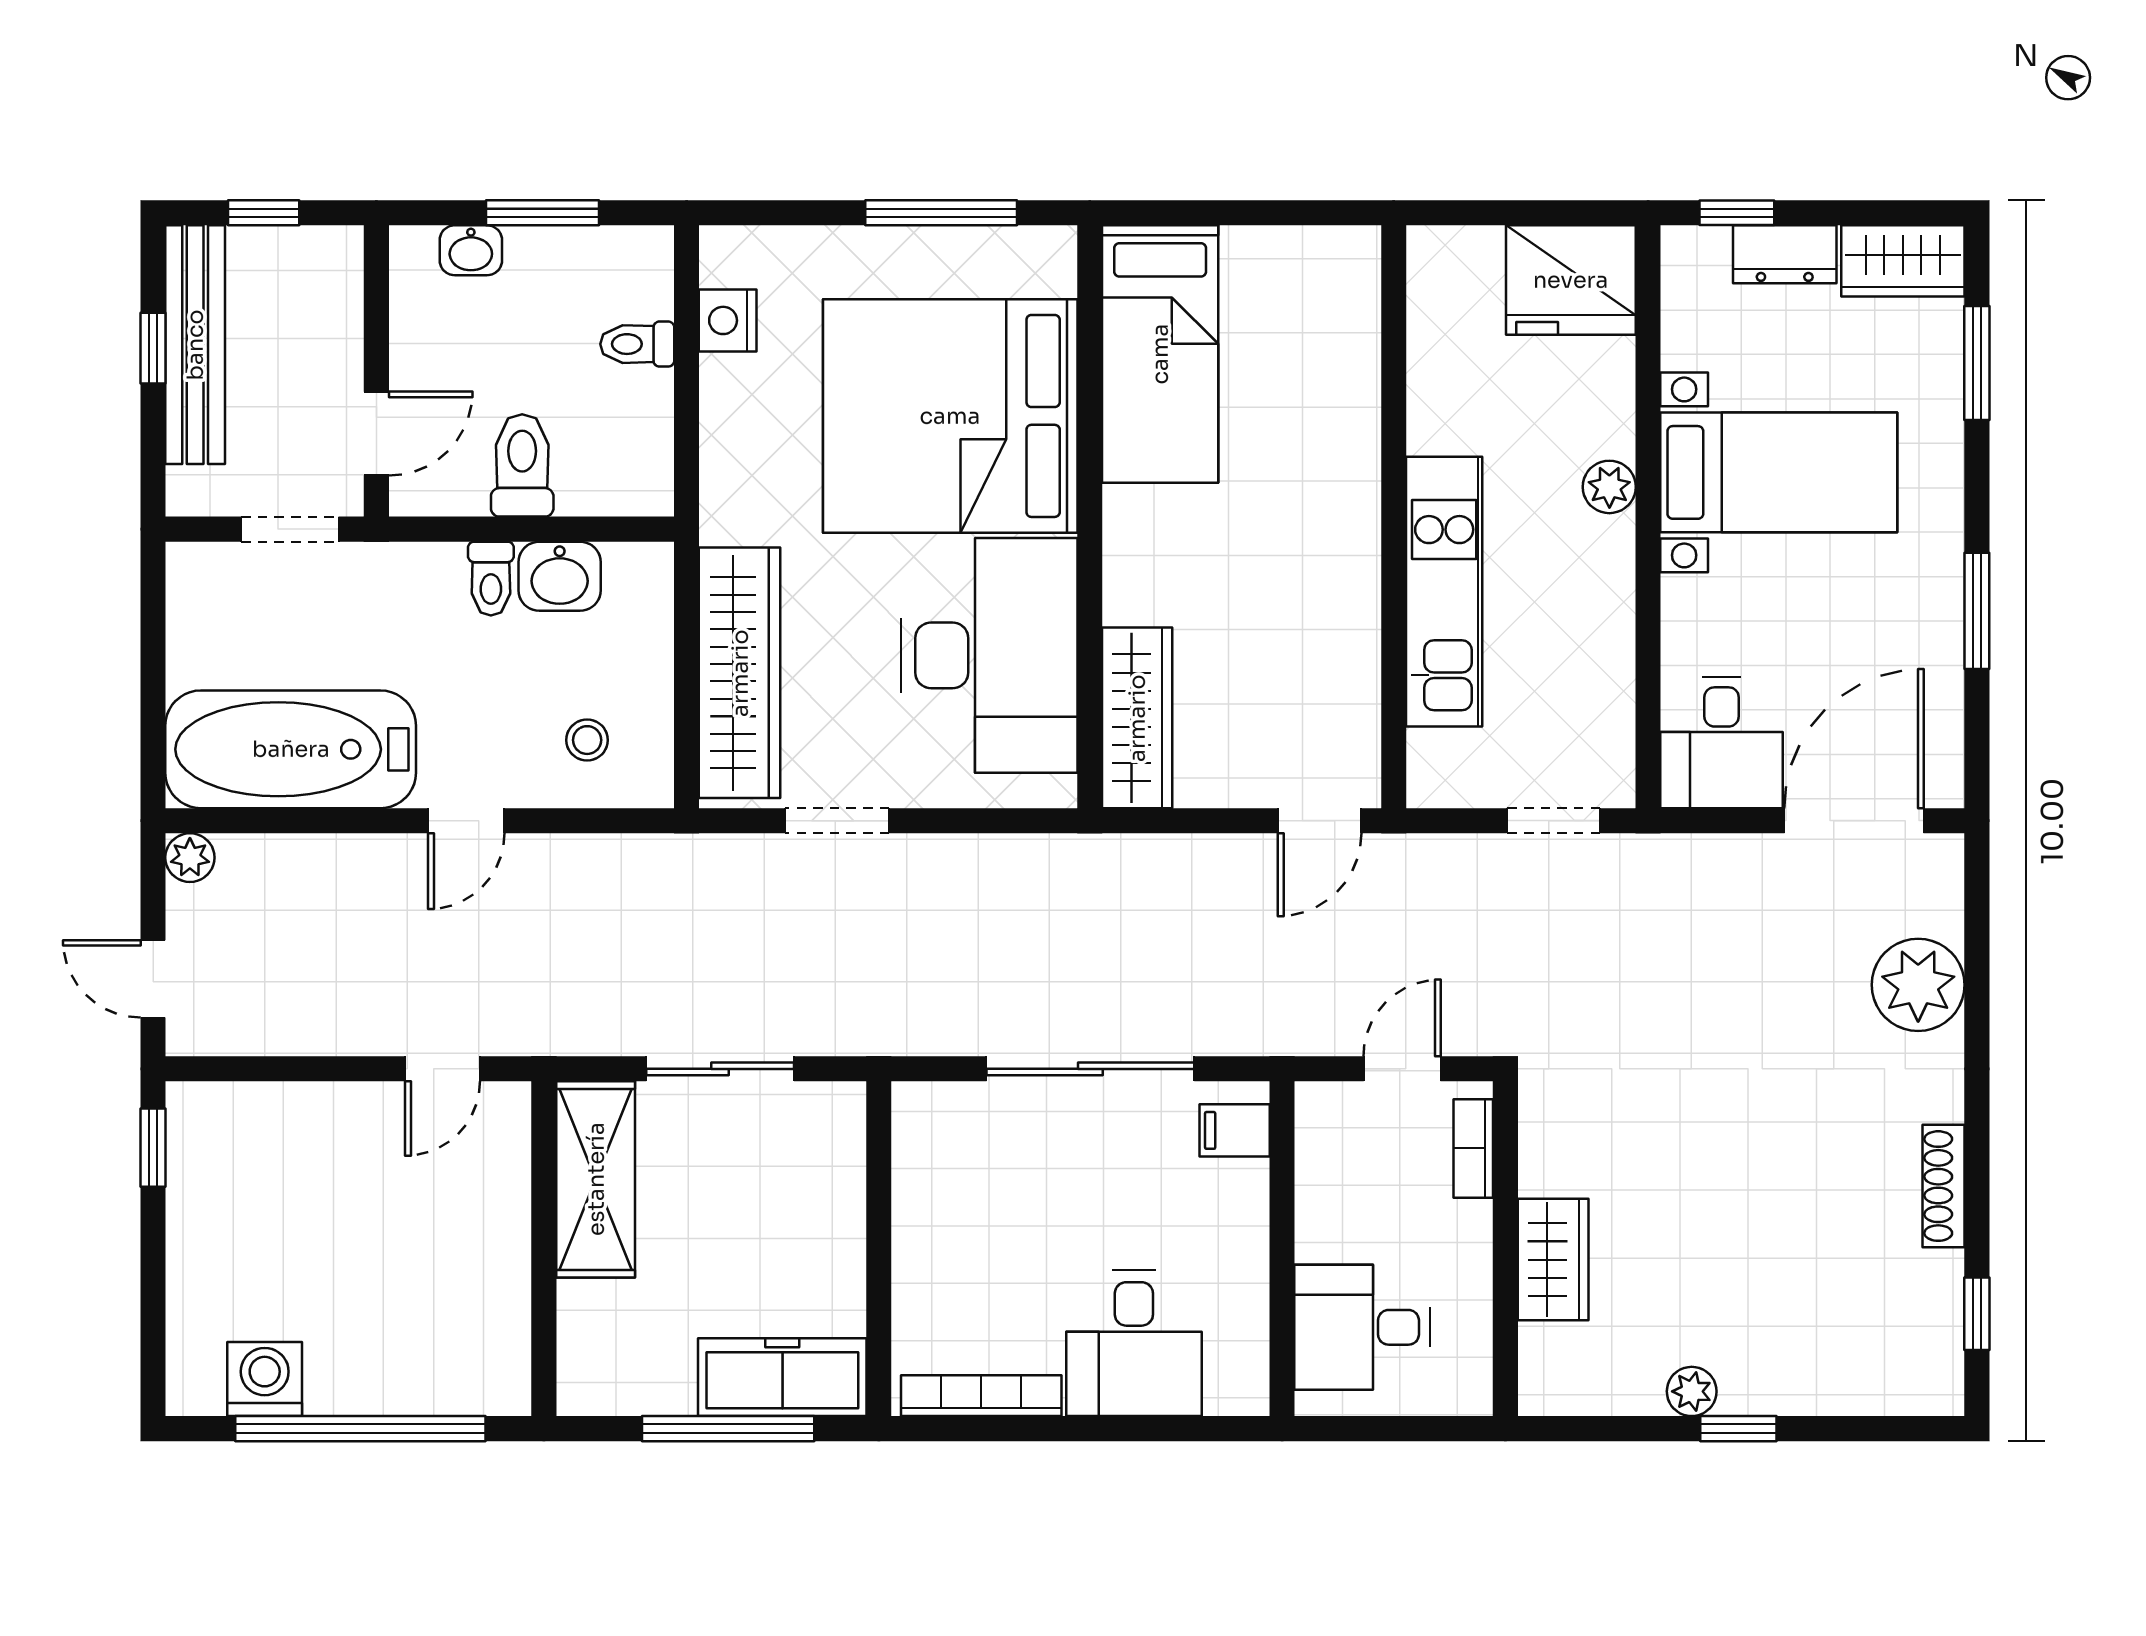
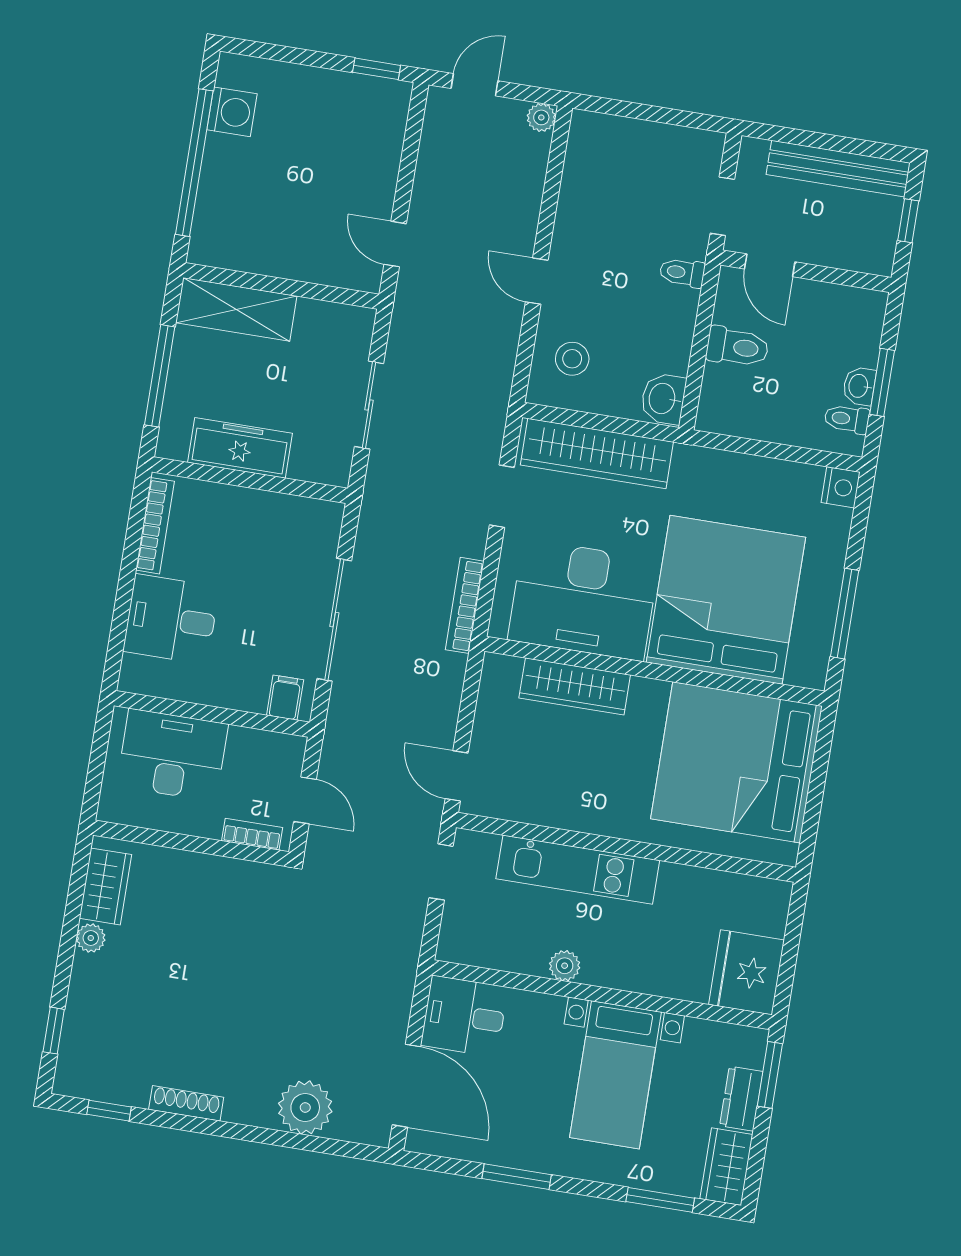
window: (1737, 213) -> (770, 1075), width x1.50
washbasin: (471, 250) -> (859, 386), moved
nightstand: (728, 320) -> (841, 487), moved, turned 90
toilet: (637, 344) -> (847, 419), moved, turned -90
window: (153, 348) -> (840, 144), removed
bed: (1160, 354) -> (736, 762), width x2.04
plant: (1609, 487) -> (565, 966), moved
washbasin: (560, 576) -> (663, 399), moved
toilet: (491, 579) -> (682, 273), moved
wardrobe: (1137, 718) -> (575, 686), moved
stool: (587, 740) -> (572, 359), width x1.37, depth x1.37
bathtub: (291, 749) -> (595, 186), removed
doorway: (1553, 821) -> (441, 872), moved
bookcase: (1031, 854) -> (465, 605), added
shelving: (596, 1179) -> (236, 309), moved
wardrobe: (1553, 1260) -> (105, 886), moved, turned -90
desk: (1362, 1327) -> (172, 755), width x1.37
freezer: (782, 1377) -> (240, 448), moved, turned -90
window: (1738, 1429) -> (54, 1031), moved

